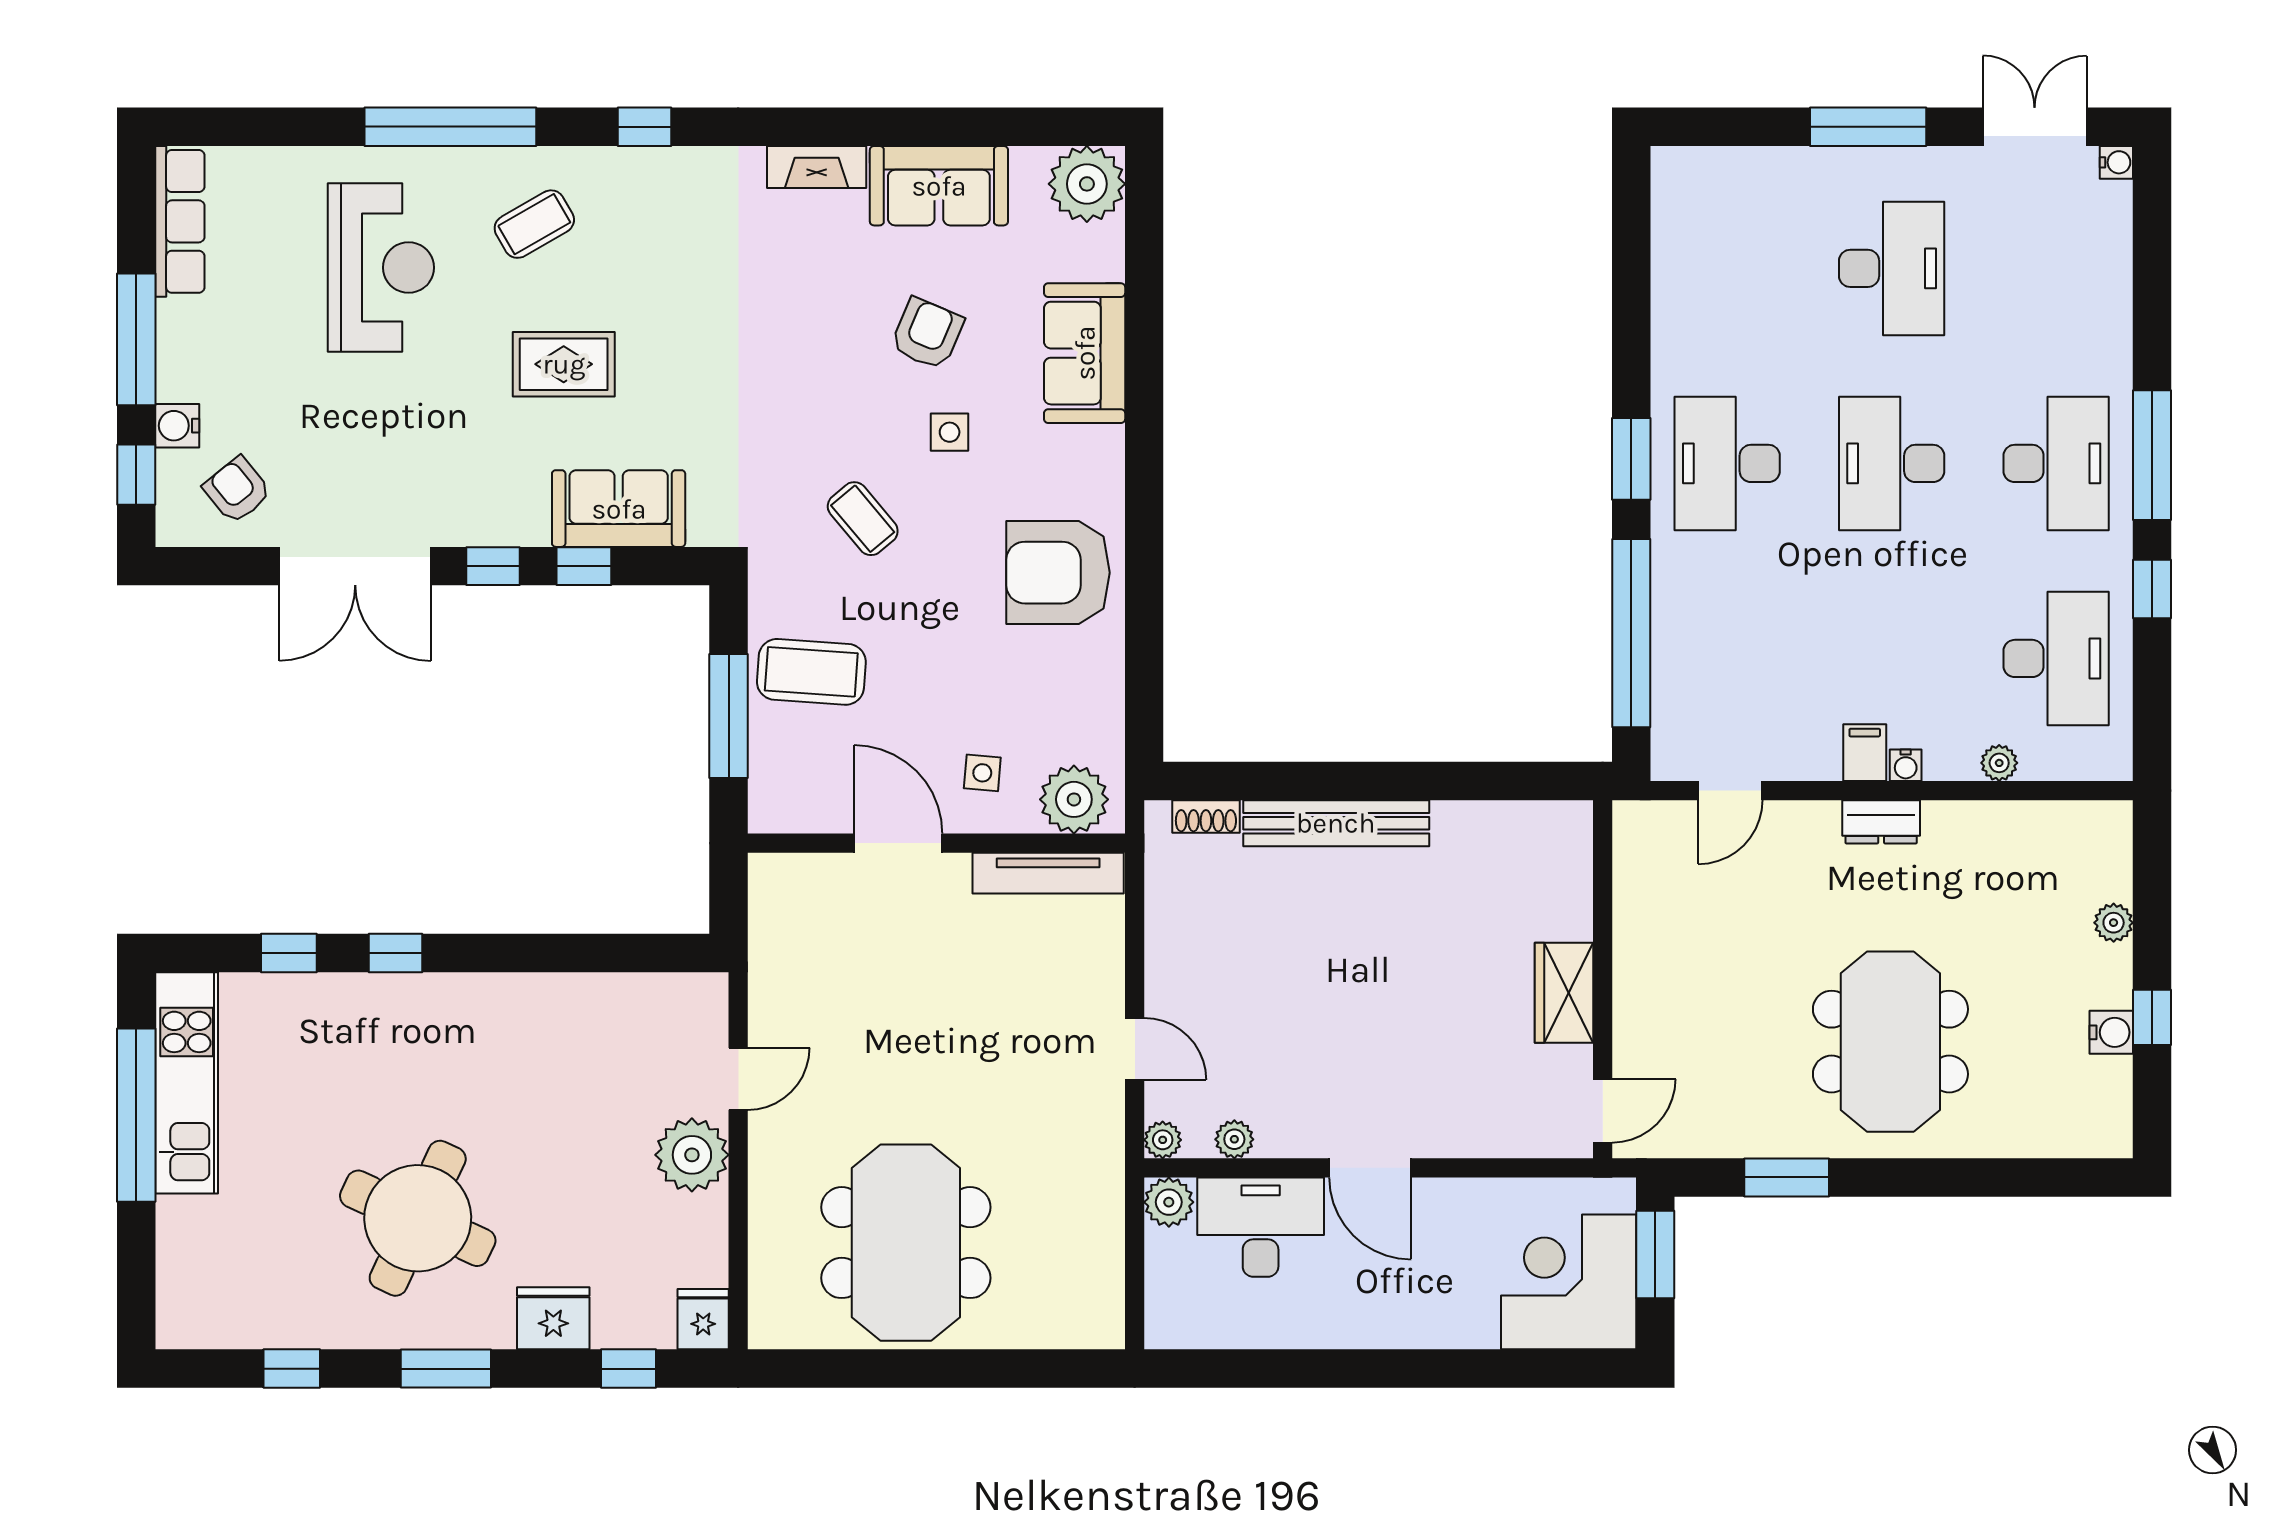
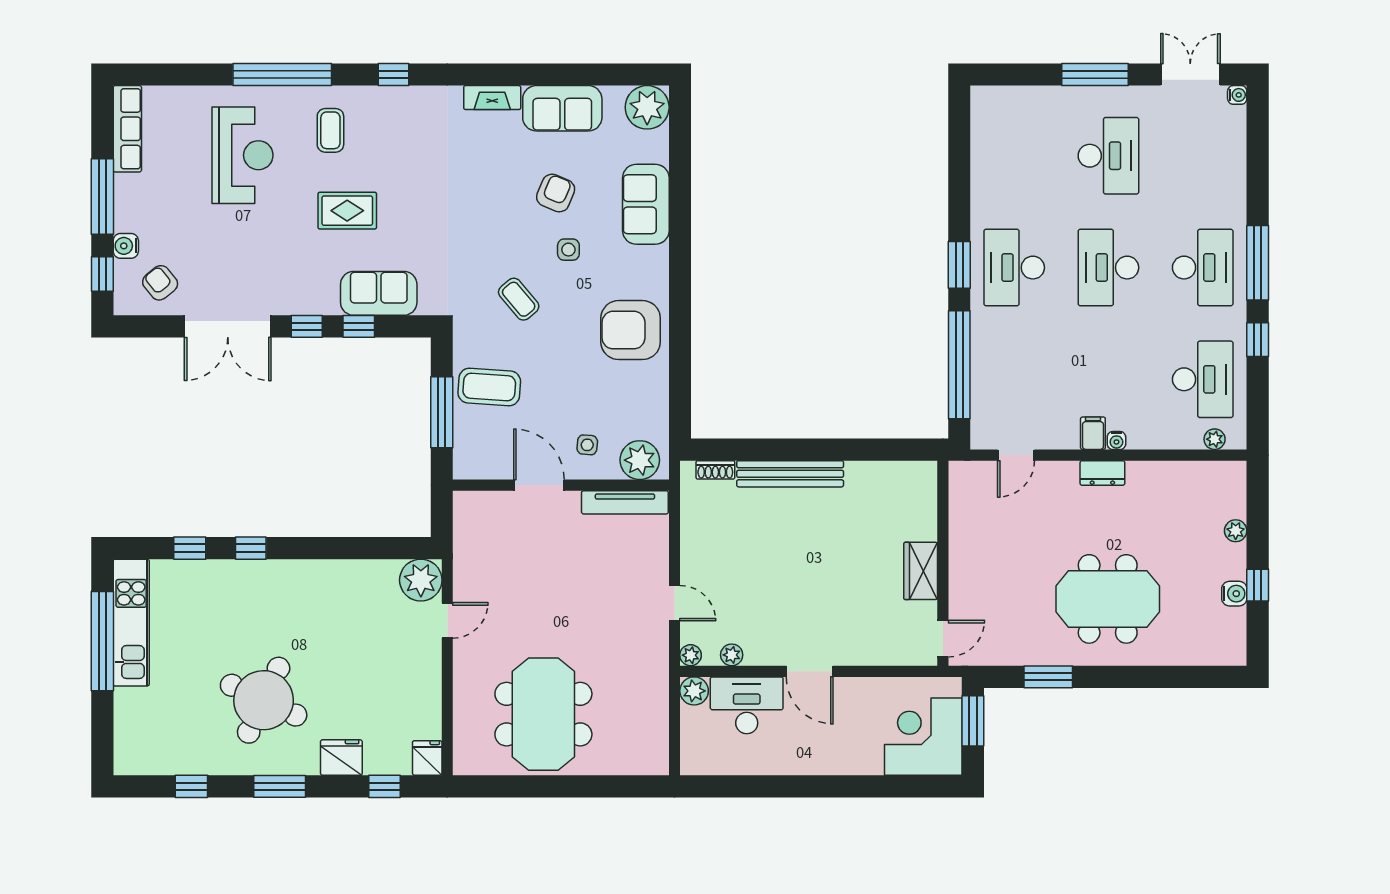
coffee table: (534, 224) -> (330, 130), turned -60
plant: (1999, 763) -> (1215, 439), moved
meeting table: (1890, 1042) -> (1108, 599), turned 90
plant: (692, 1155) -> (421, 580), moved

